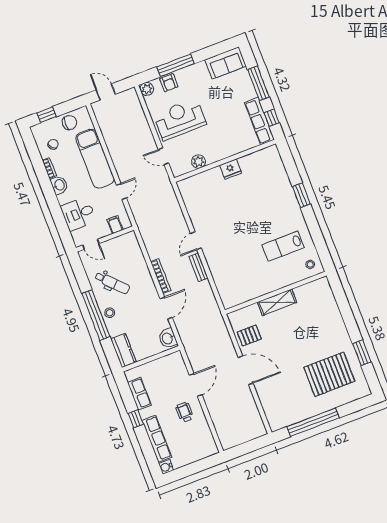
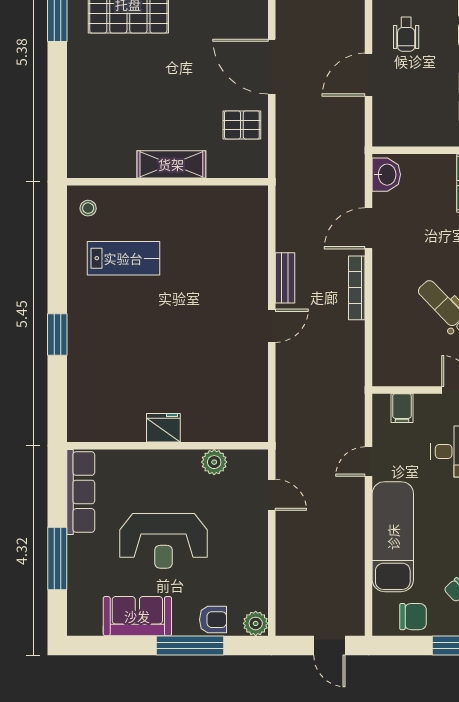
sofa: (225, 63) -> (137, 616), moved
armchair: (169, 83) -> (213, 620), turned 90
window: (272, 118) -> (57, 490), removed
reception desk: (180, 119) -> (163, 541), moved
chair: (69, 123) -> (413, 617), turned 180

